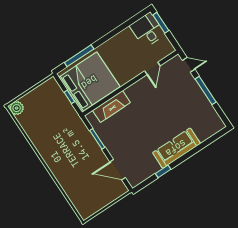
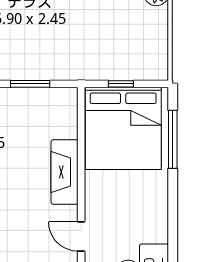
fireplace: (111, 106) -> (65, 172), moved

